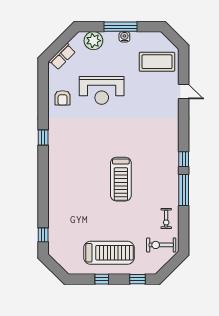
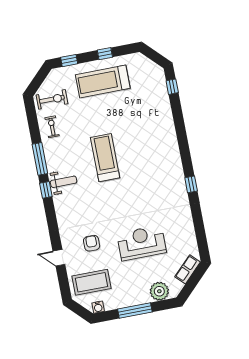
water cooler: (124, 37) -> (98, 307), moved
armchair: (63, 98) -> (92, 243), moved
weight bench: (165, 164) -> (64, 182), added

